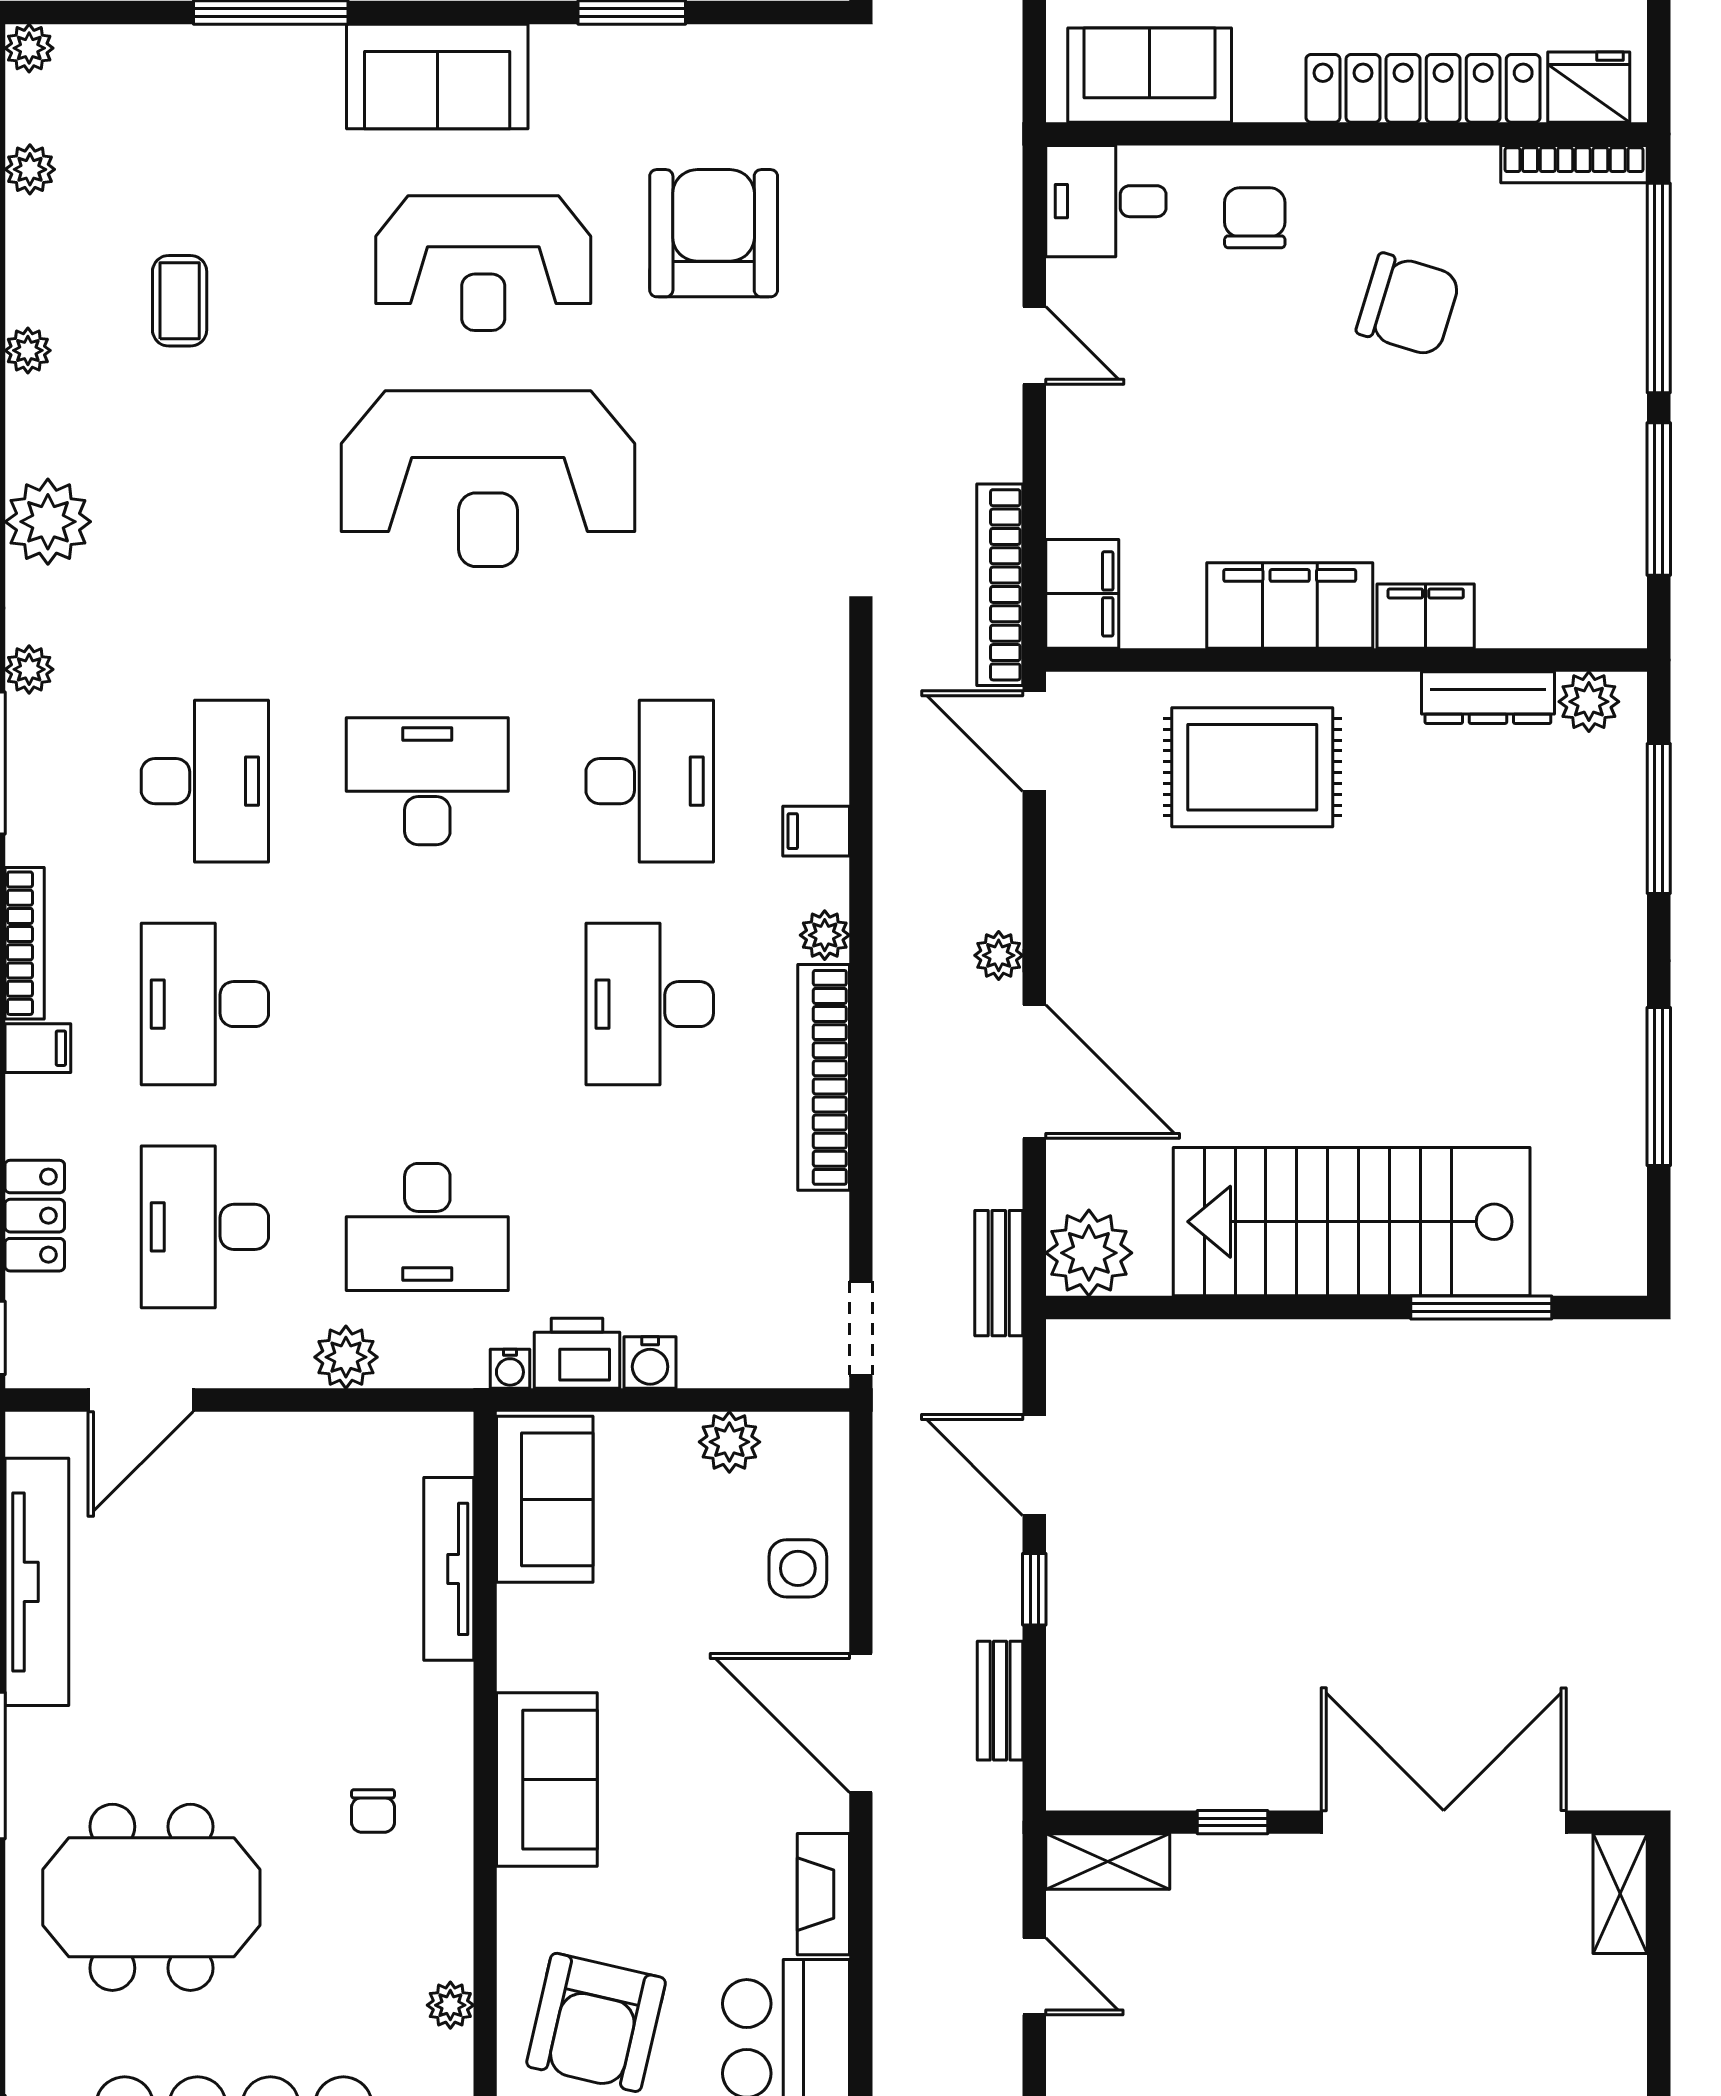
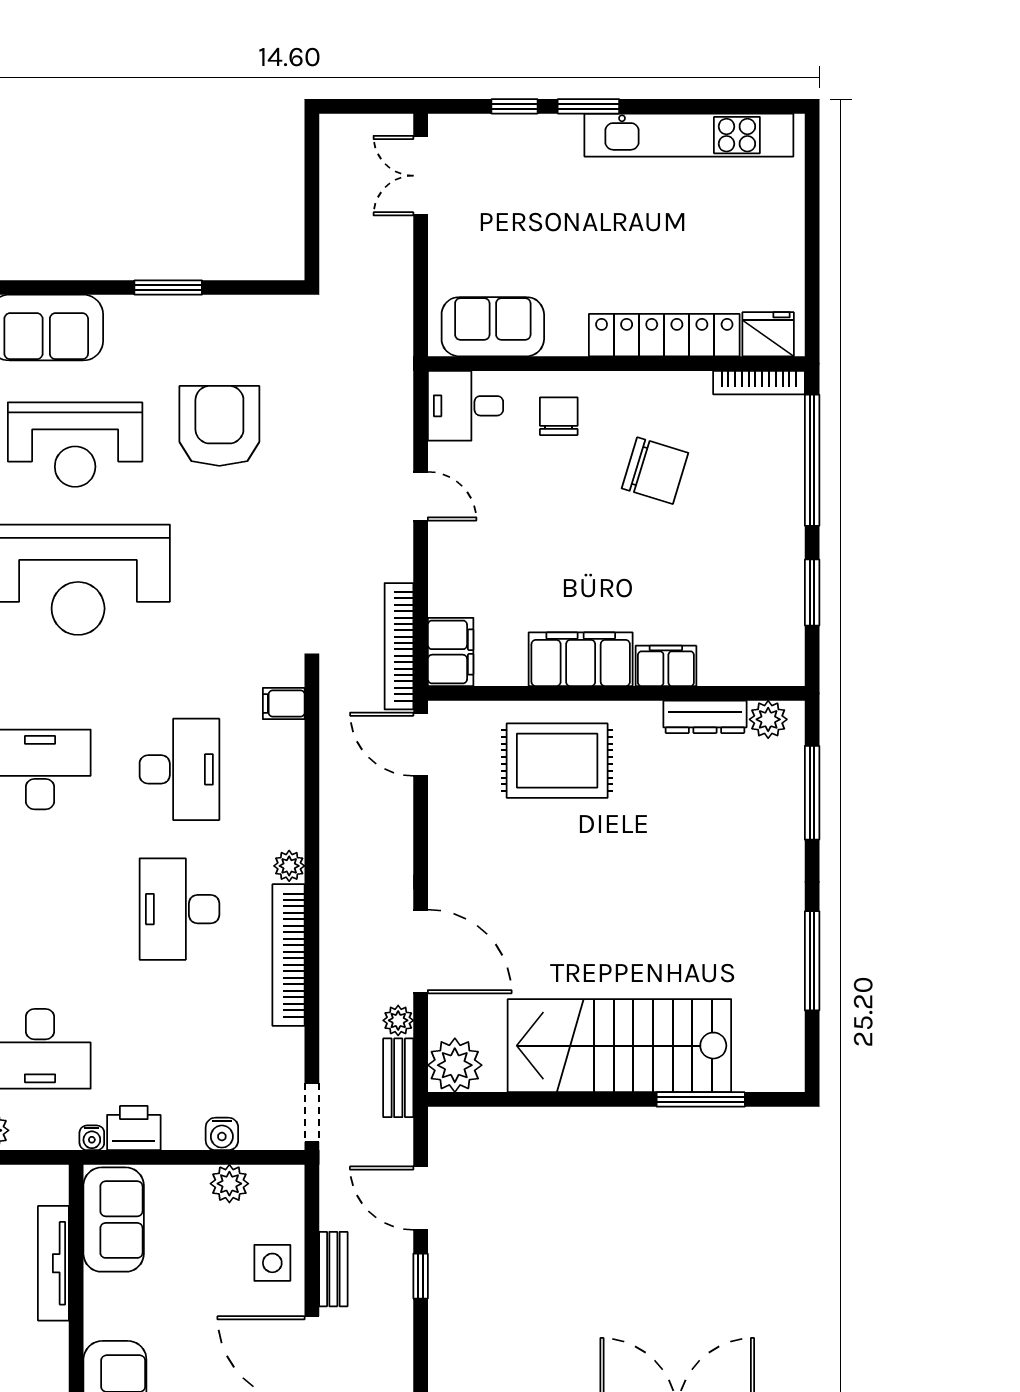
window: (1659, 499) -> (812, 592), width x0.69
filing cabinet: (816, 831) -> (284, 703), moved
plant: (999, 955) -> (398, 1020), moved
water cooler: (650, 1363) -> (222, 1134), moved
bench: (1000, 1701) -> (333, 1269), moved

